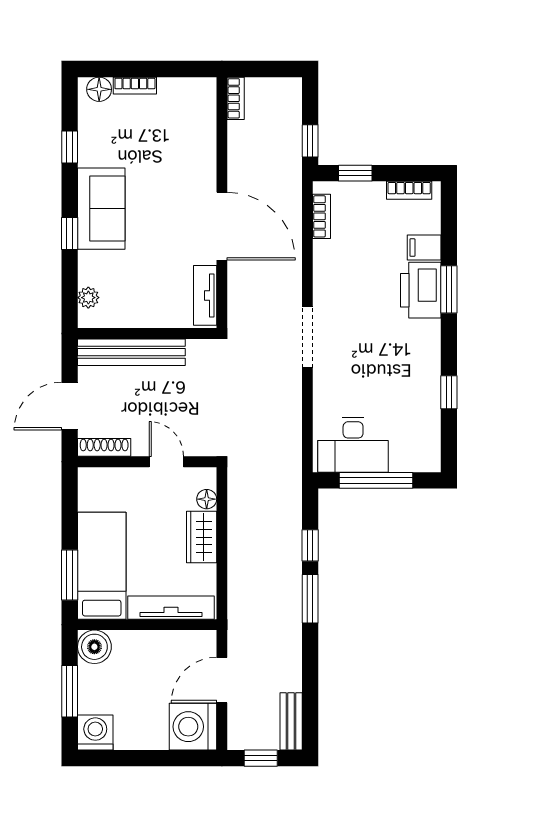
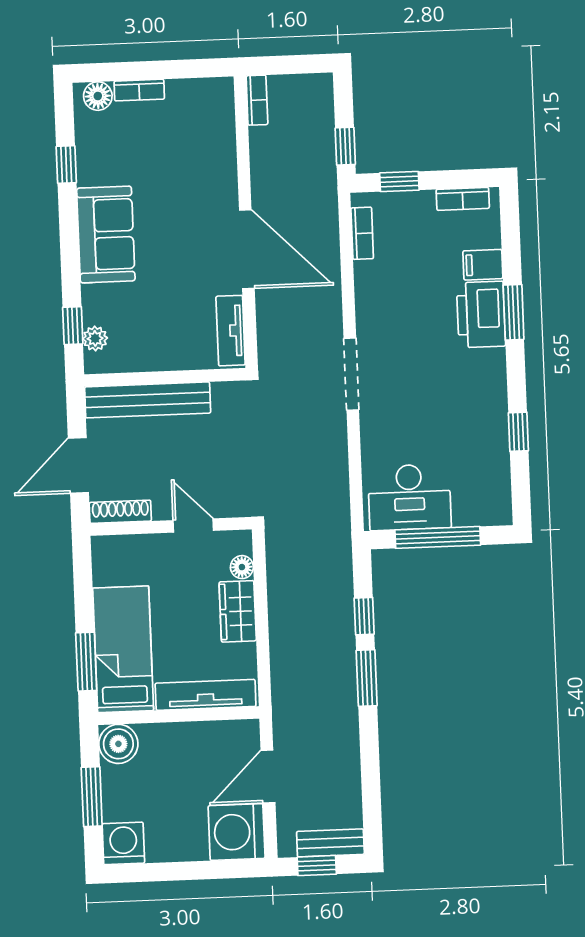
window: (70, 234) -> (73, 326), moved
bench: (291, 721) -> (330, 843), moved, turned 90

